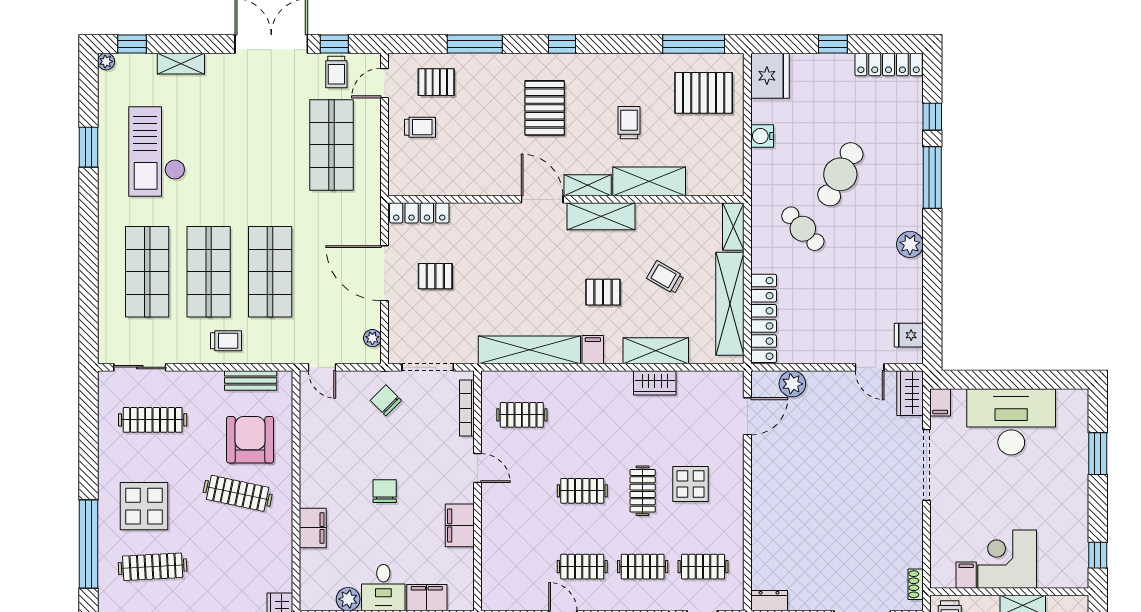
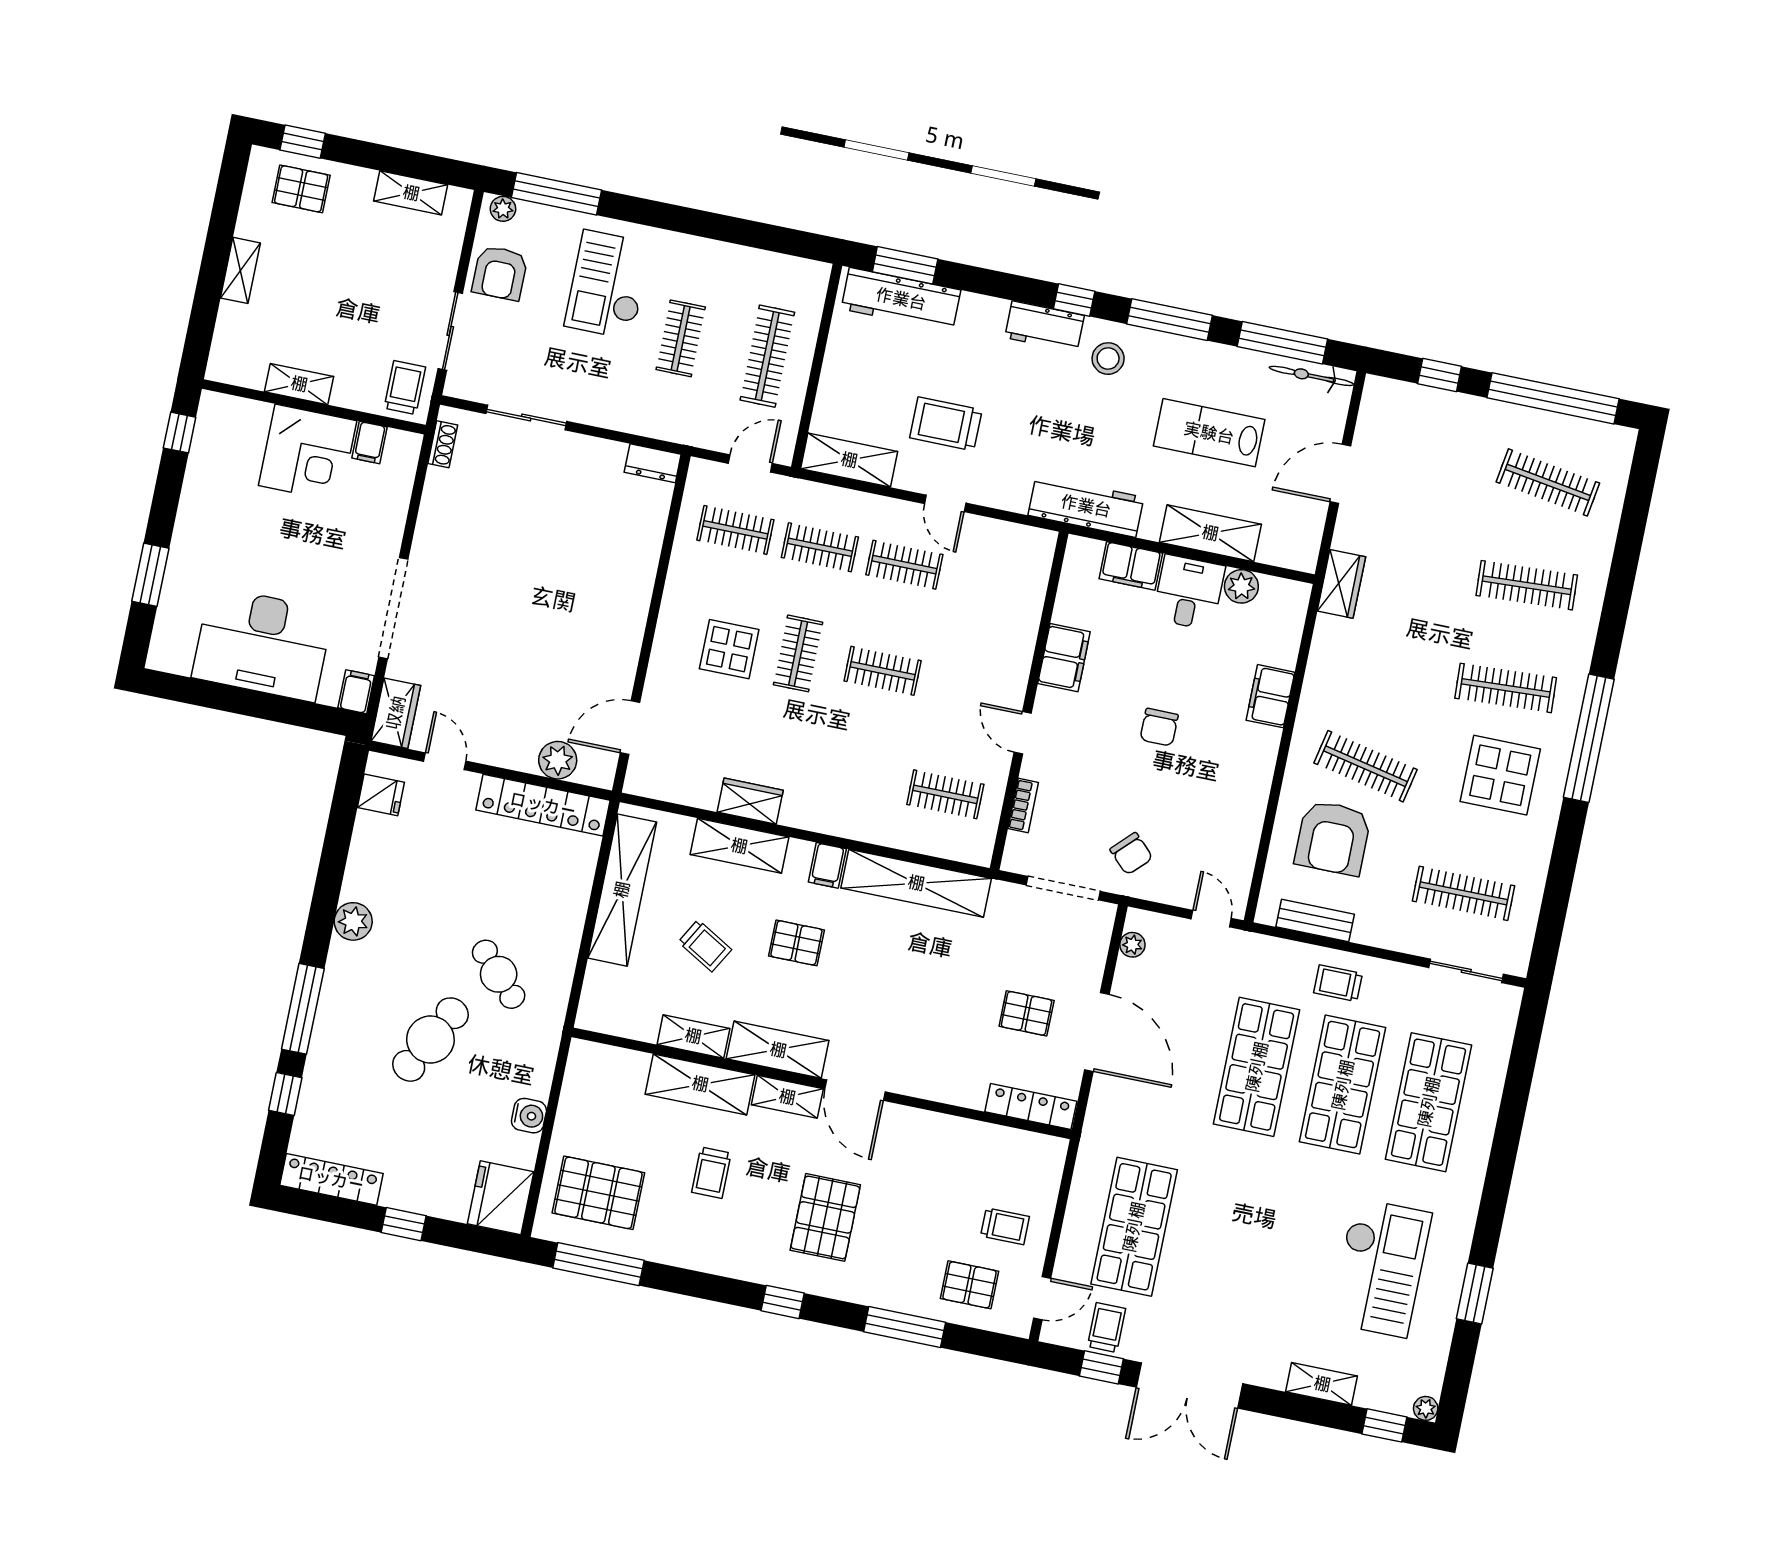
trolley: (420, 127) -> (1005, 1226), turned 180
shelving: (733, 227) -> (693, 1036), moved, turned 90
locker: (764, 318) -> (543, 805), moved, turned -90
bookcase: (467, 408) -> (1023, 806), width x0.64

